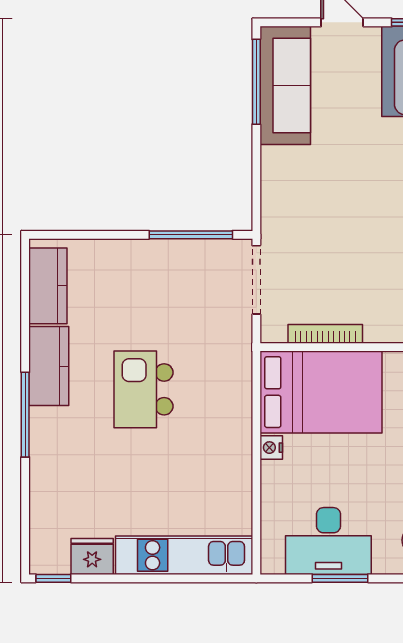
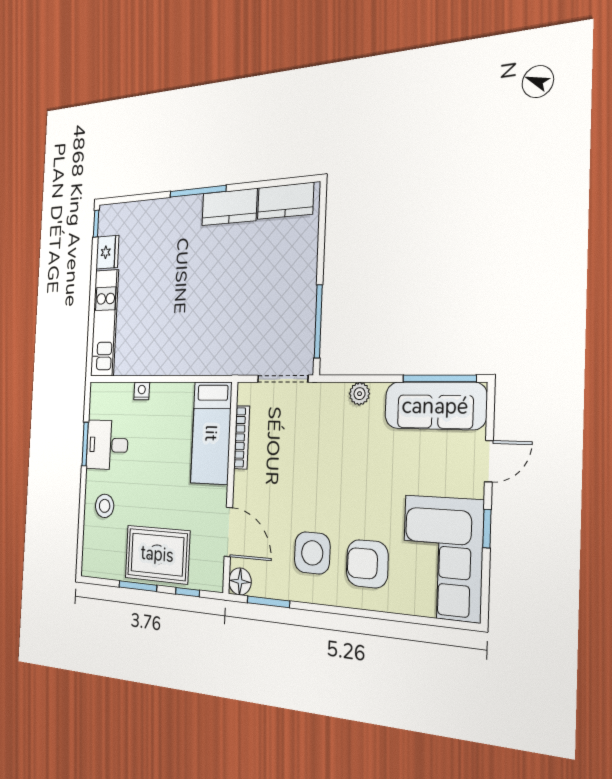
plant: (273, 178) -> (360, 394), added
kitchen island: (143, 389) -> (210, 286), removed
bed: (321, 392) -> (211, 433), width x0.67
nightstand: (271, 448) -> (142, 391), moved
desk: (328, 541) -> (107, 445), width x0.73

